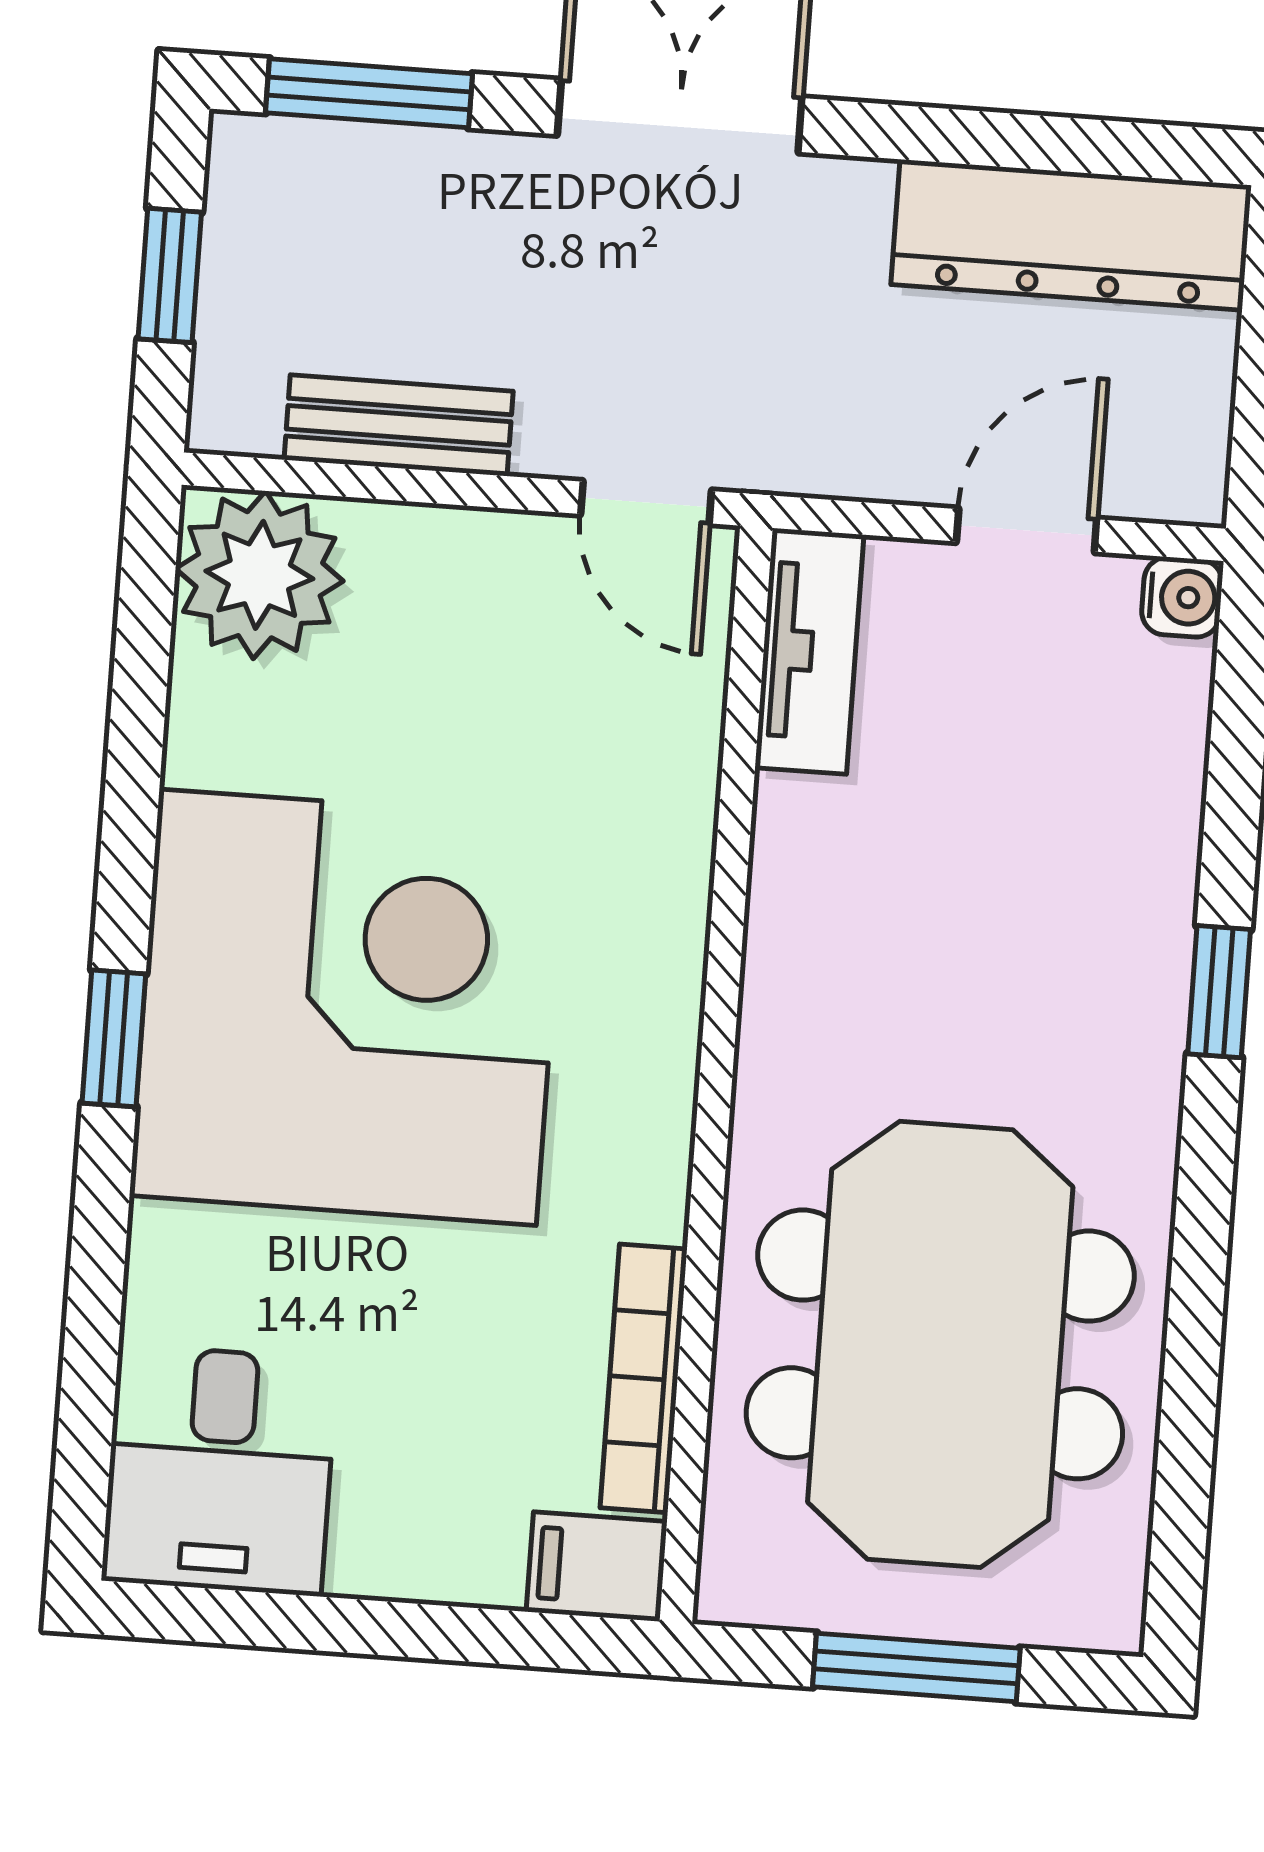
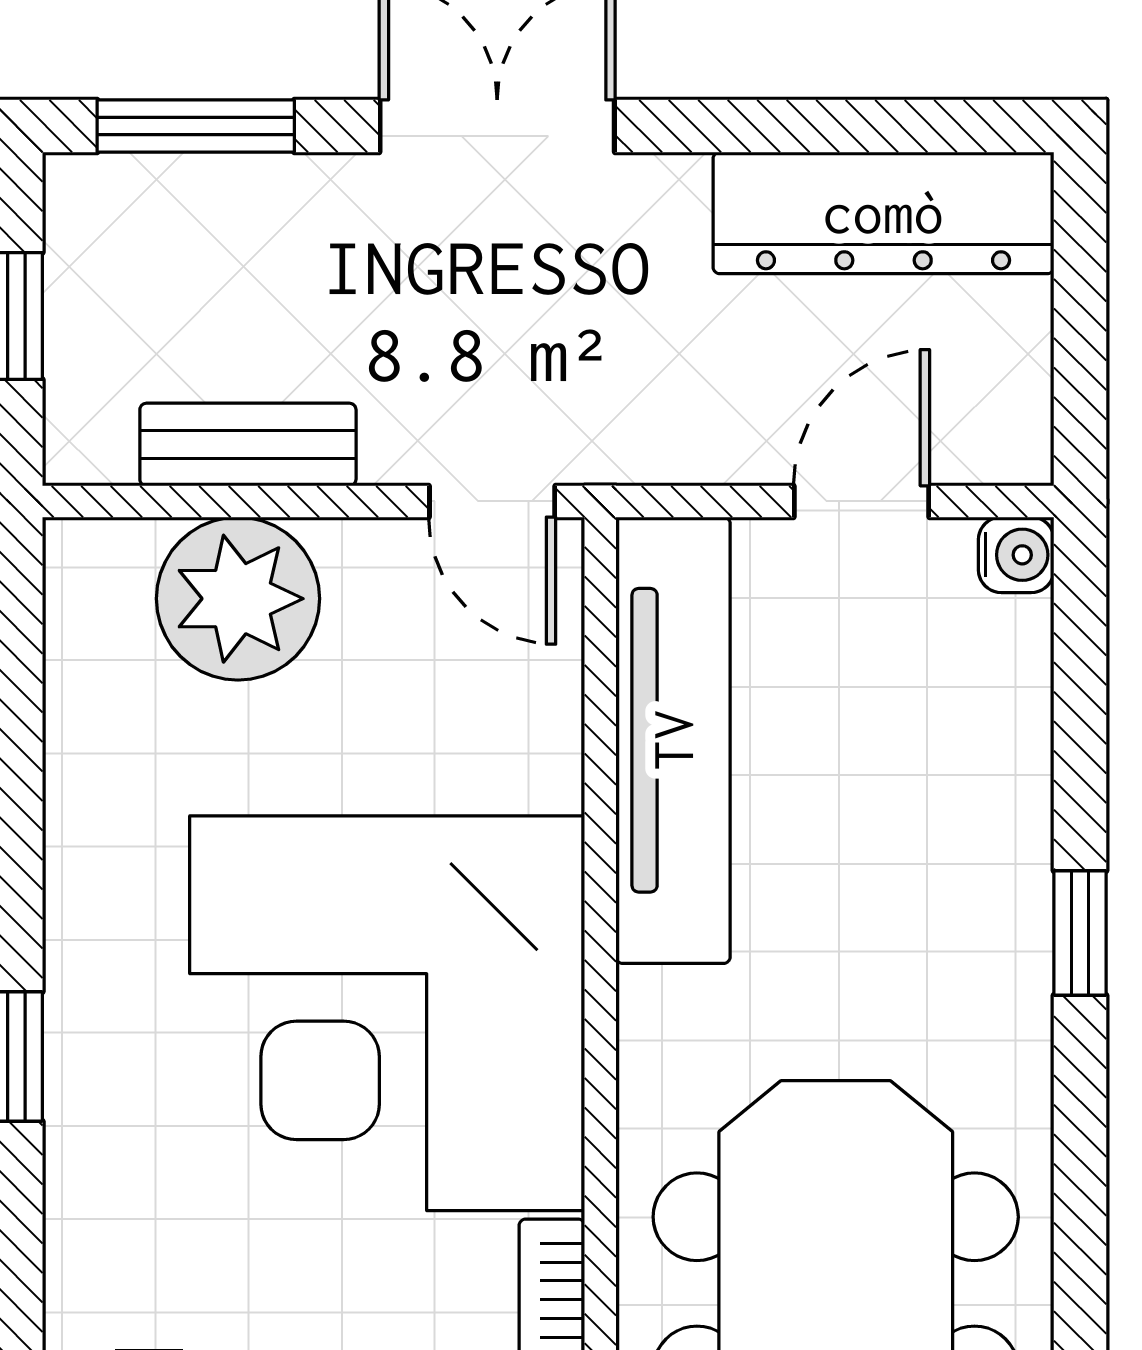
plant: (259, 575) -> (238, 599), moved
tv unit: (809, 651) -> (673, 740), width x1.92, depth x1.29
corner desk: (348, 1007) -> (387, 1013), moved, turned 180

